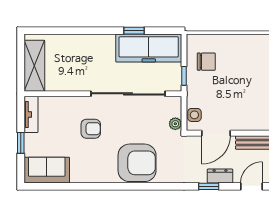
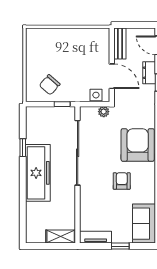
freezer: (149, 48) -> (38, 173), moved
chair: (206, 62) -> (50, 85), turned -139
shelving: (34, 66) -> (61, 237), width x0.67, depth x0.75
armchair: (91, 129) -> (122, 181), moved

